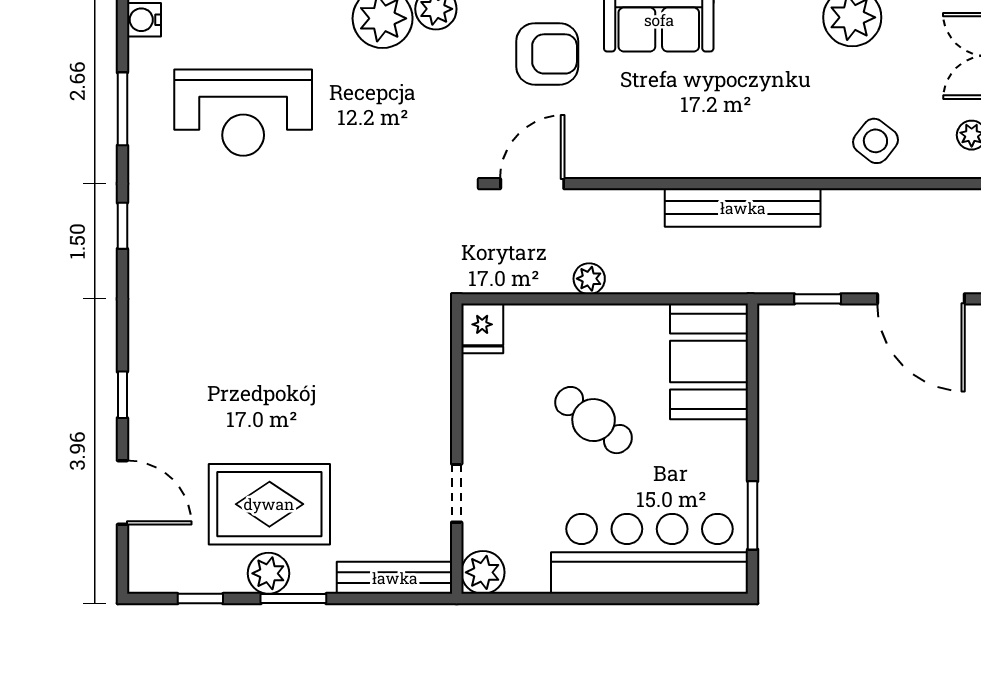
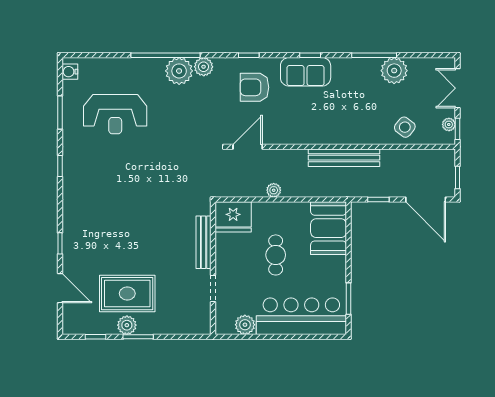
armchair: (547, 54) -> (254, 87), turned 180
fridge: (482, 328) -> (233, 217), width x1.88, depth x1.34
cafe table: (594, 420) -> (276, 255), turned 52
plant: (483, 572) -> (245, 325), moved
bench: (395, 578) -> (204, 242), moved, turned 90

